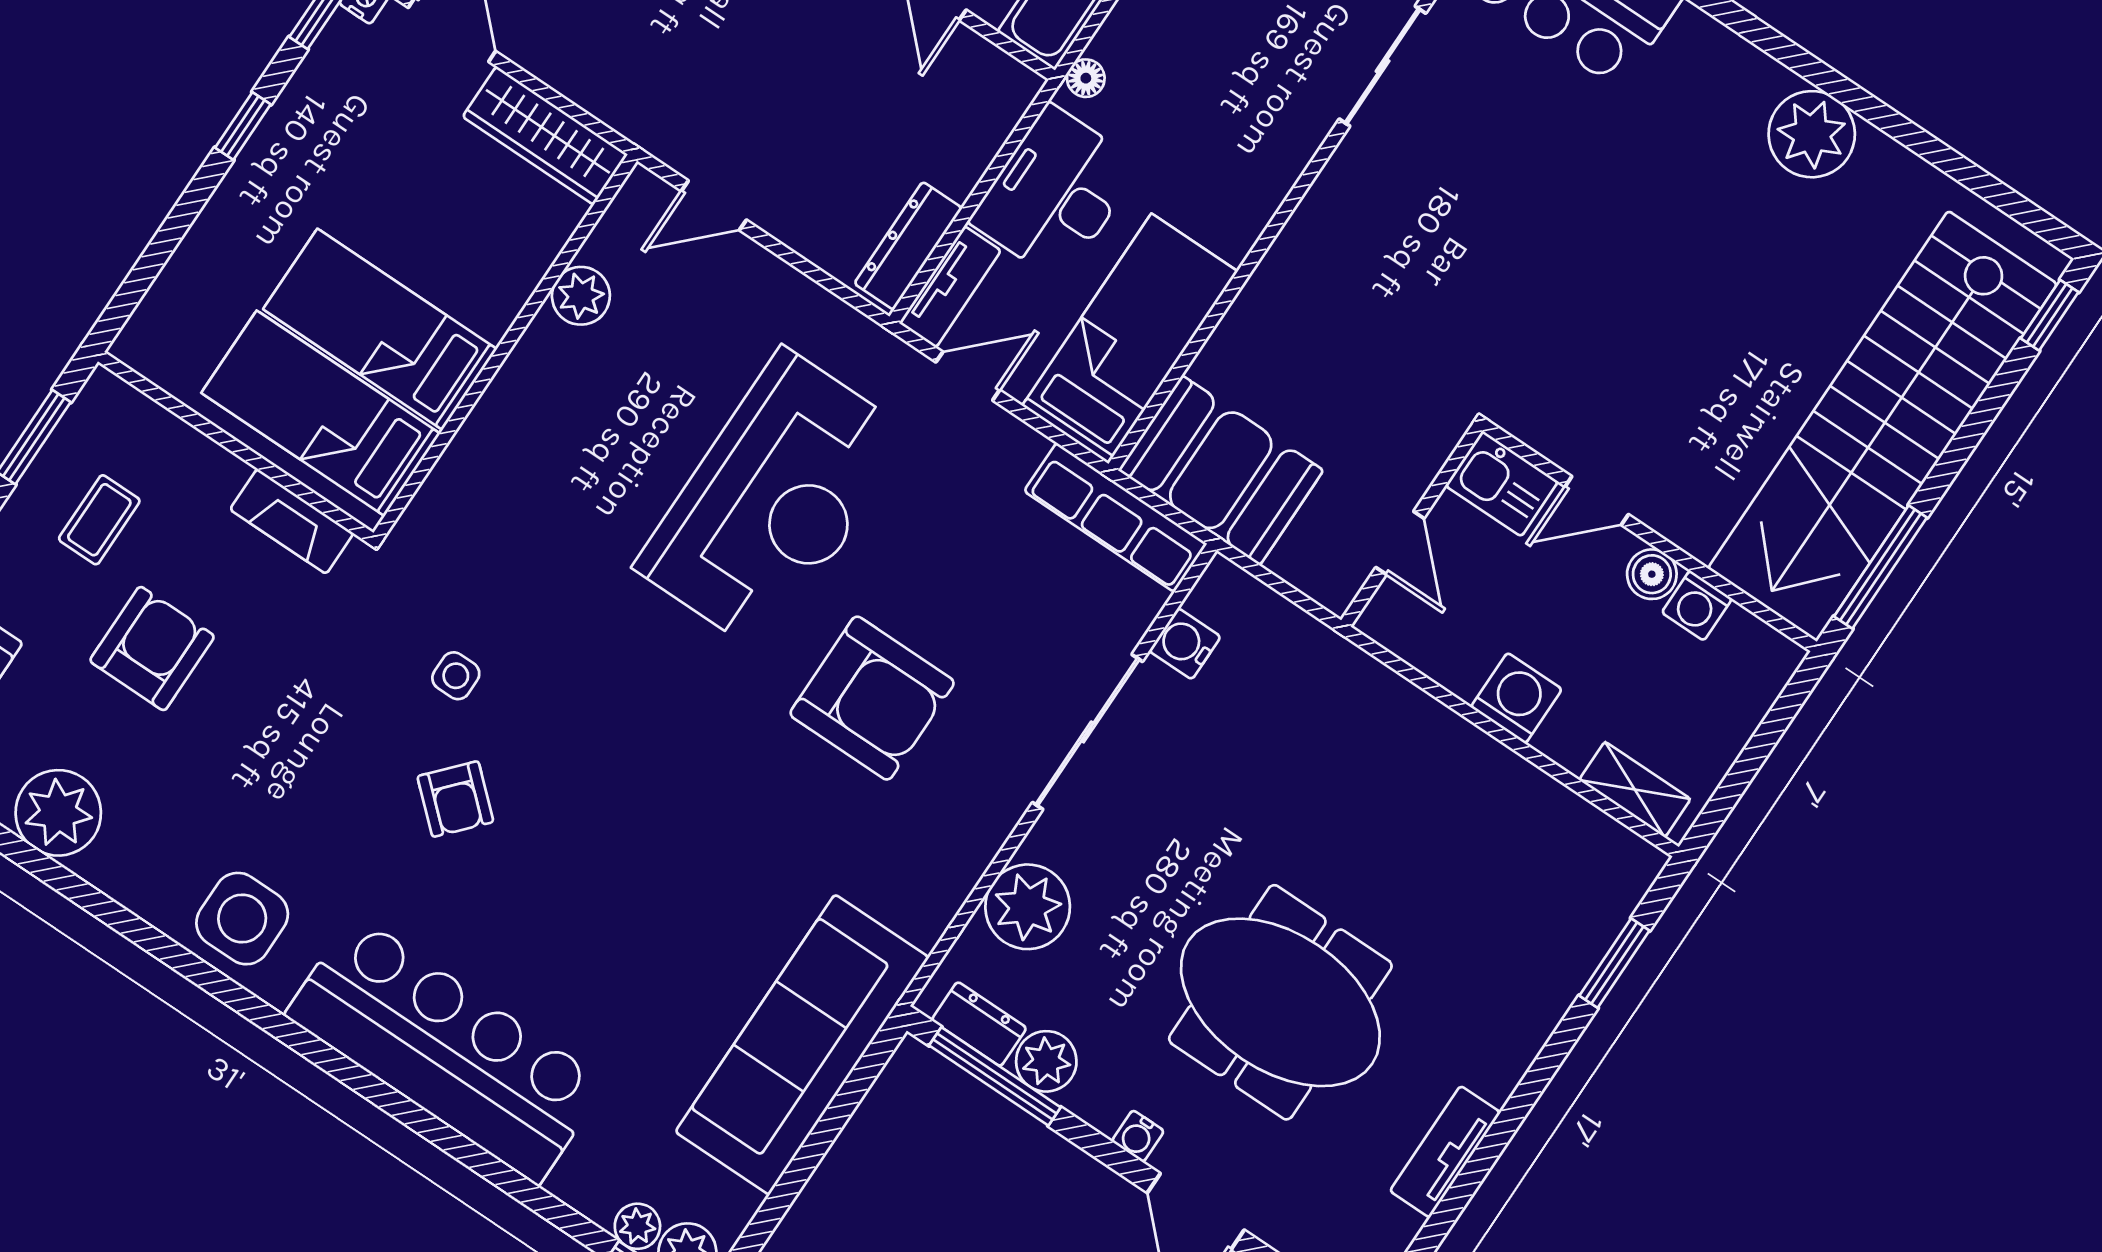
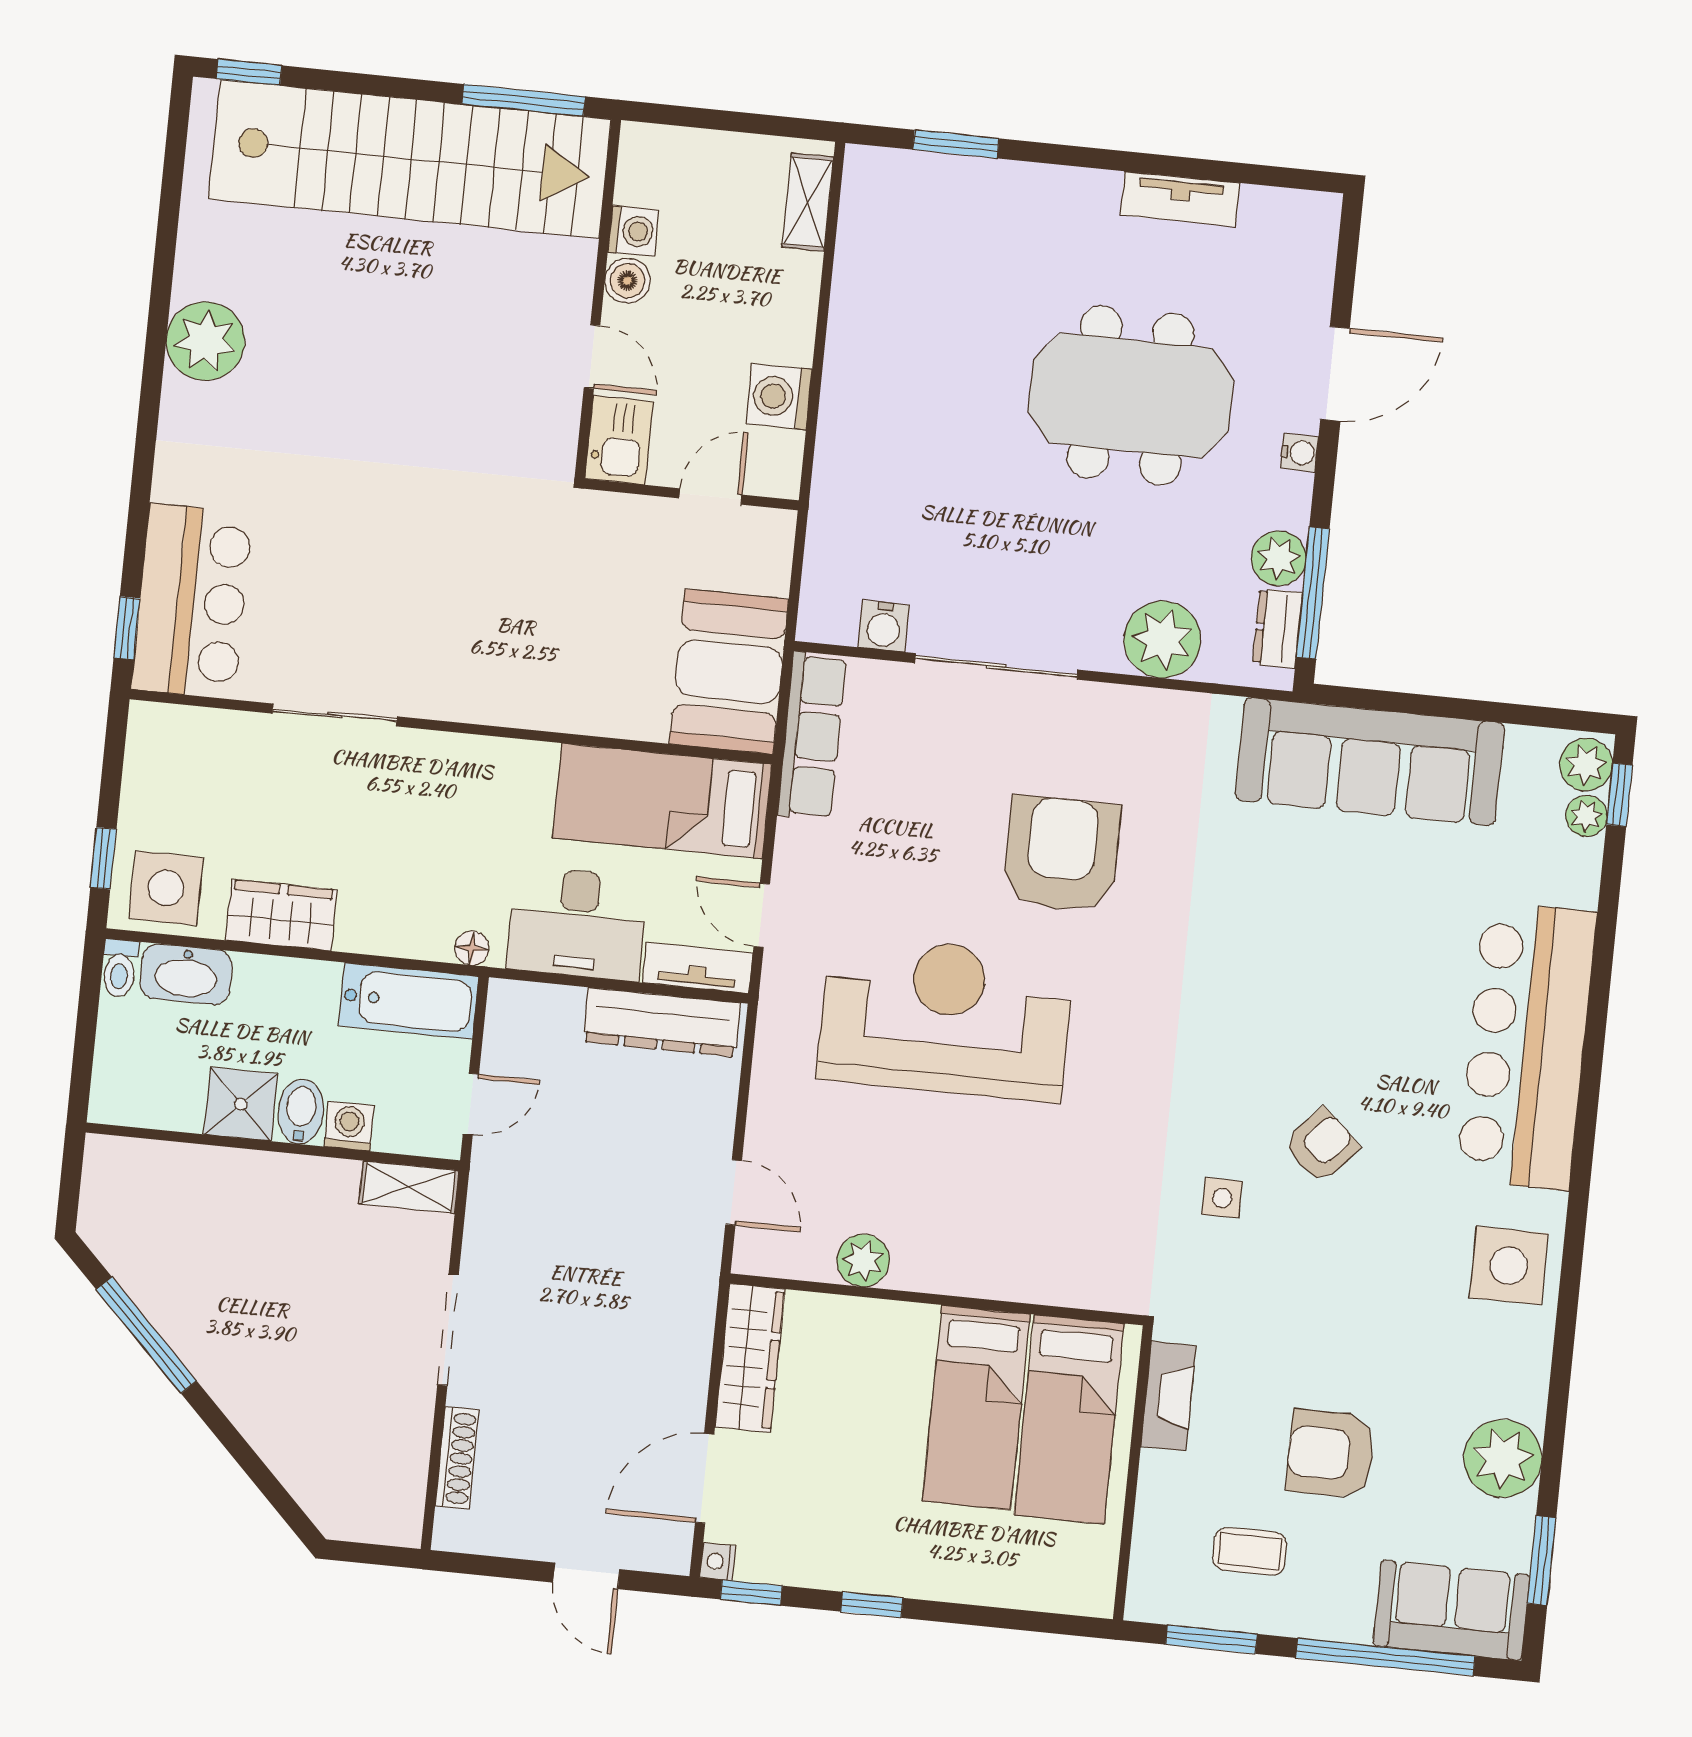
dresser: (908, 246) -> (662, 1022), width x1.37, depth x1.24
washing machine: (1516, 698) -> (779, 397), moved
meeting table: (1280, 1002) -> (1131, 396), turned 90

